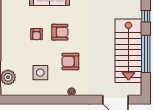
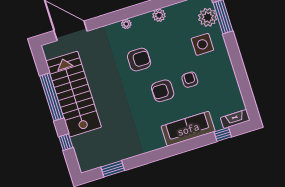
side table: (40, 73) -> (202, 44), moved
plant: (45, 90) -> (159, 15), added

